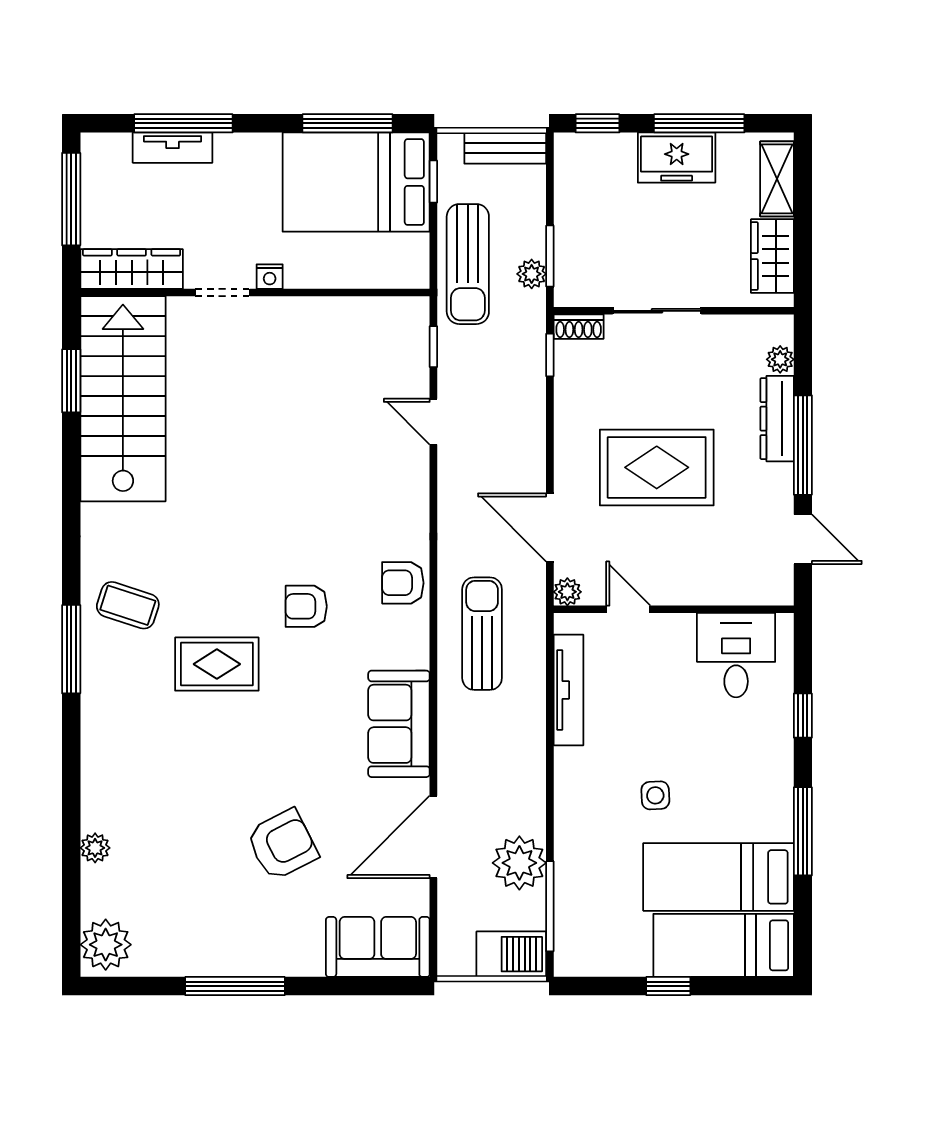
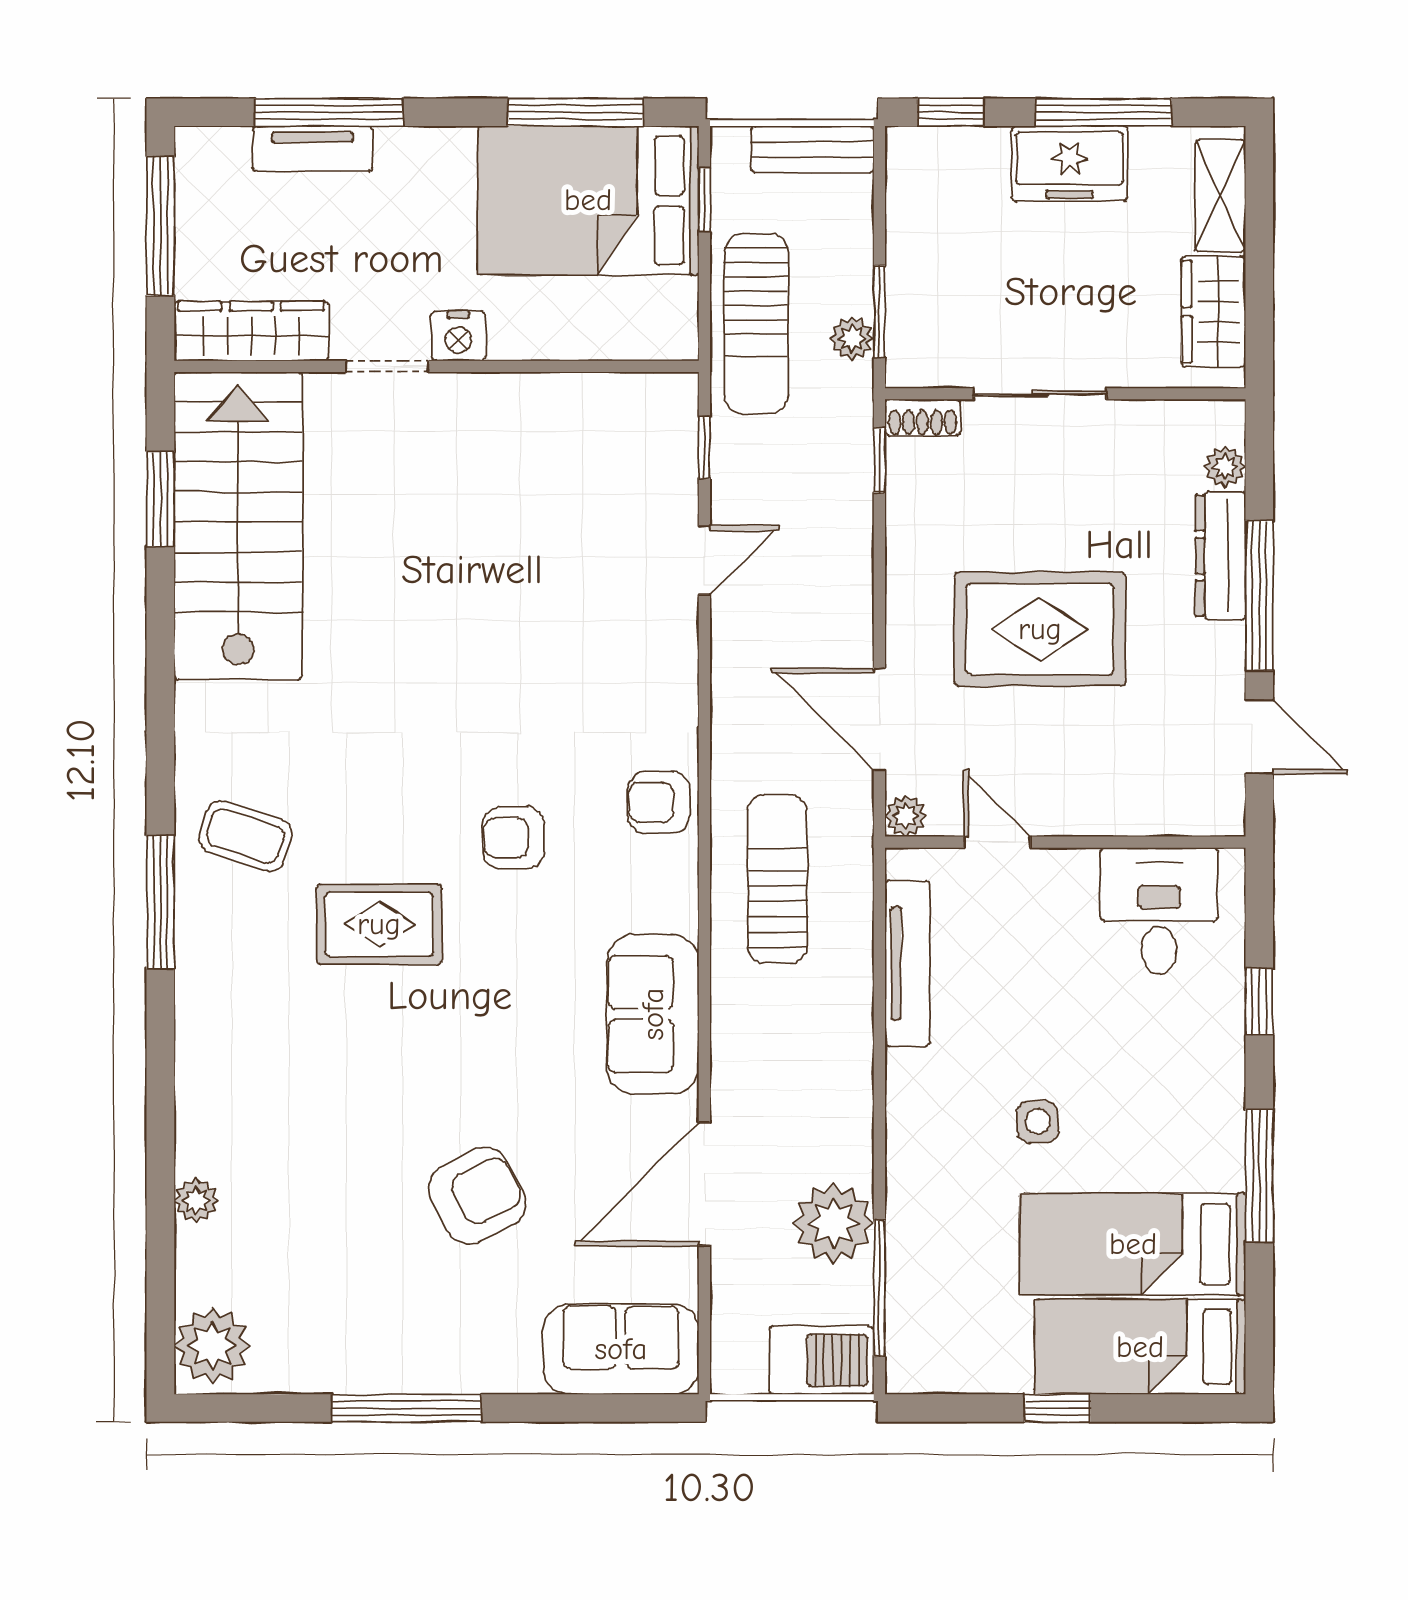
nightstand: (270, 277) -> (458, 336), width x1.39, depth x1.35
door: (433, 422) -> (704, 560), swing flipped

